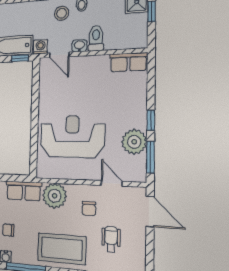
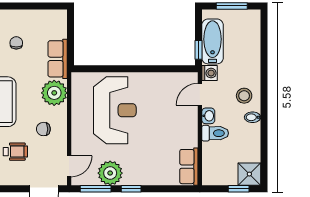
door: (112, 183) -> (69, 166), moved

